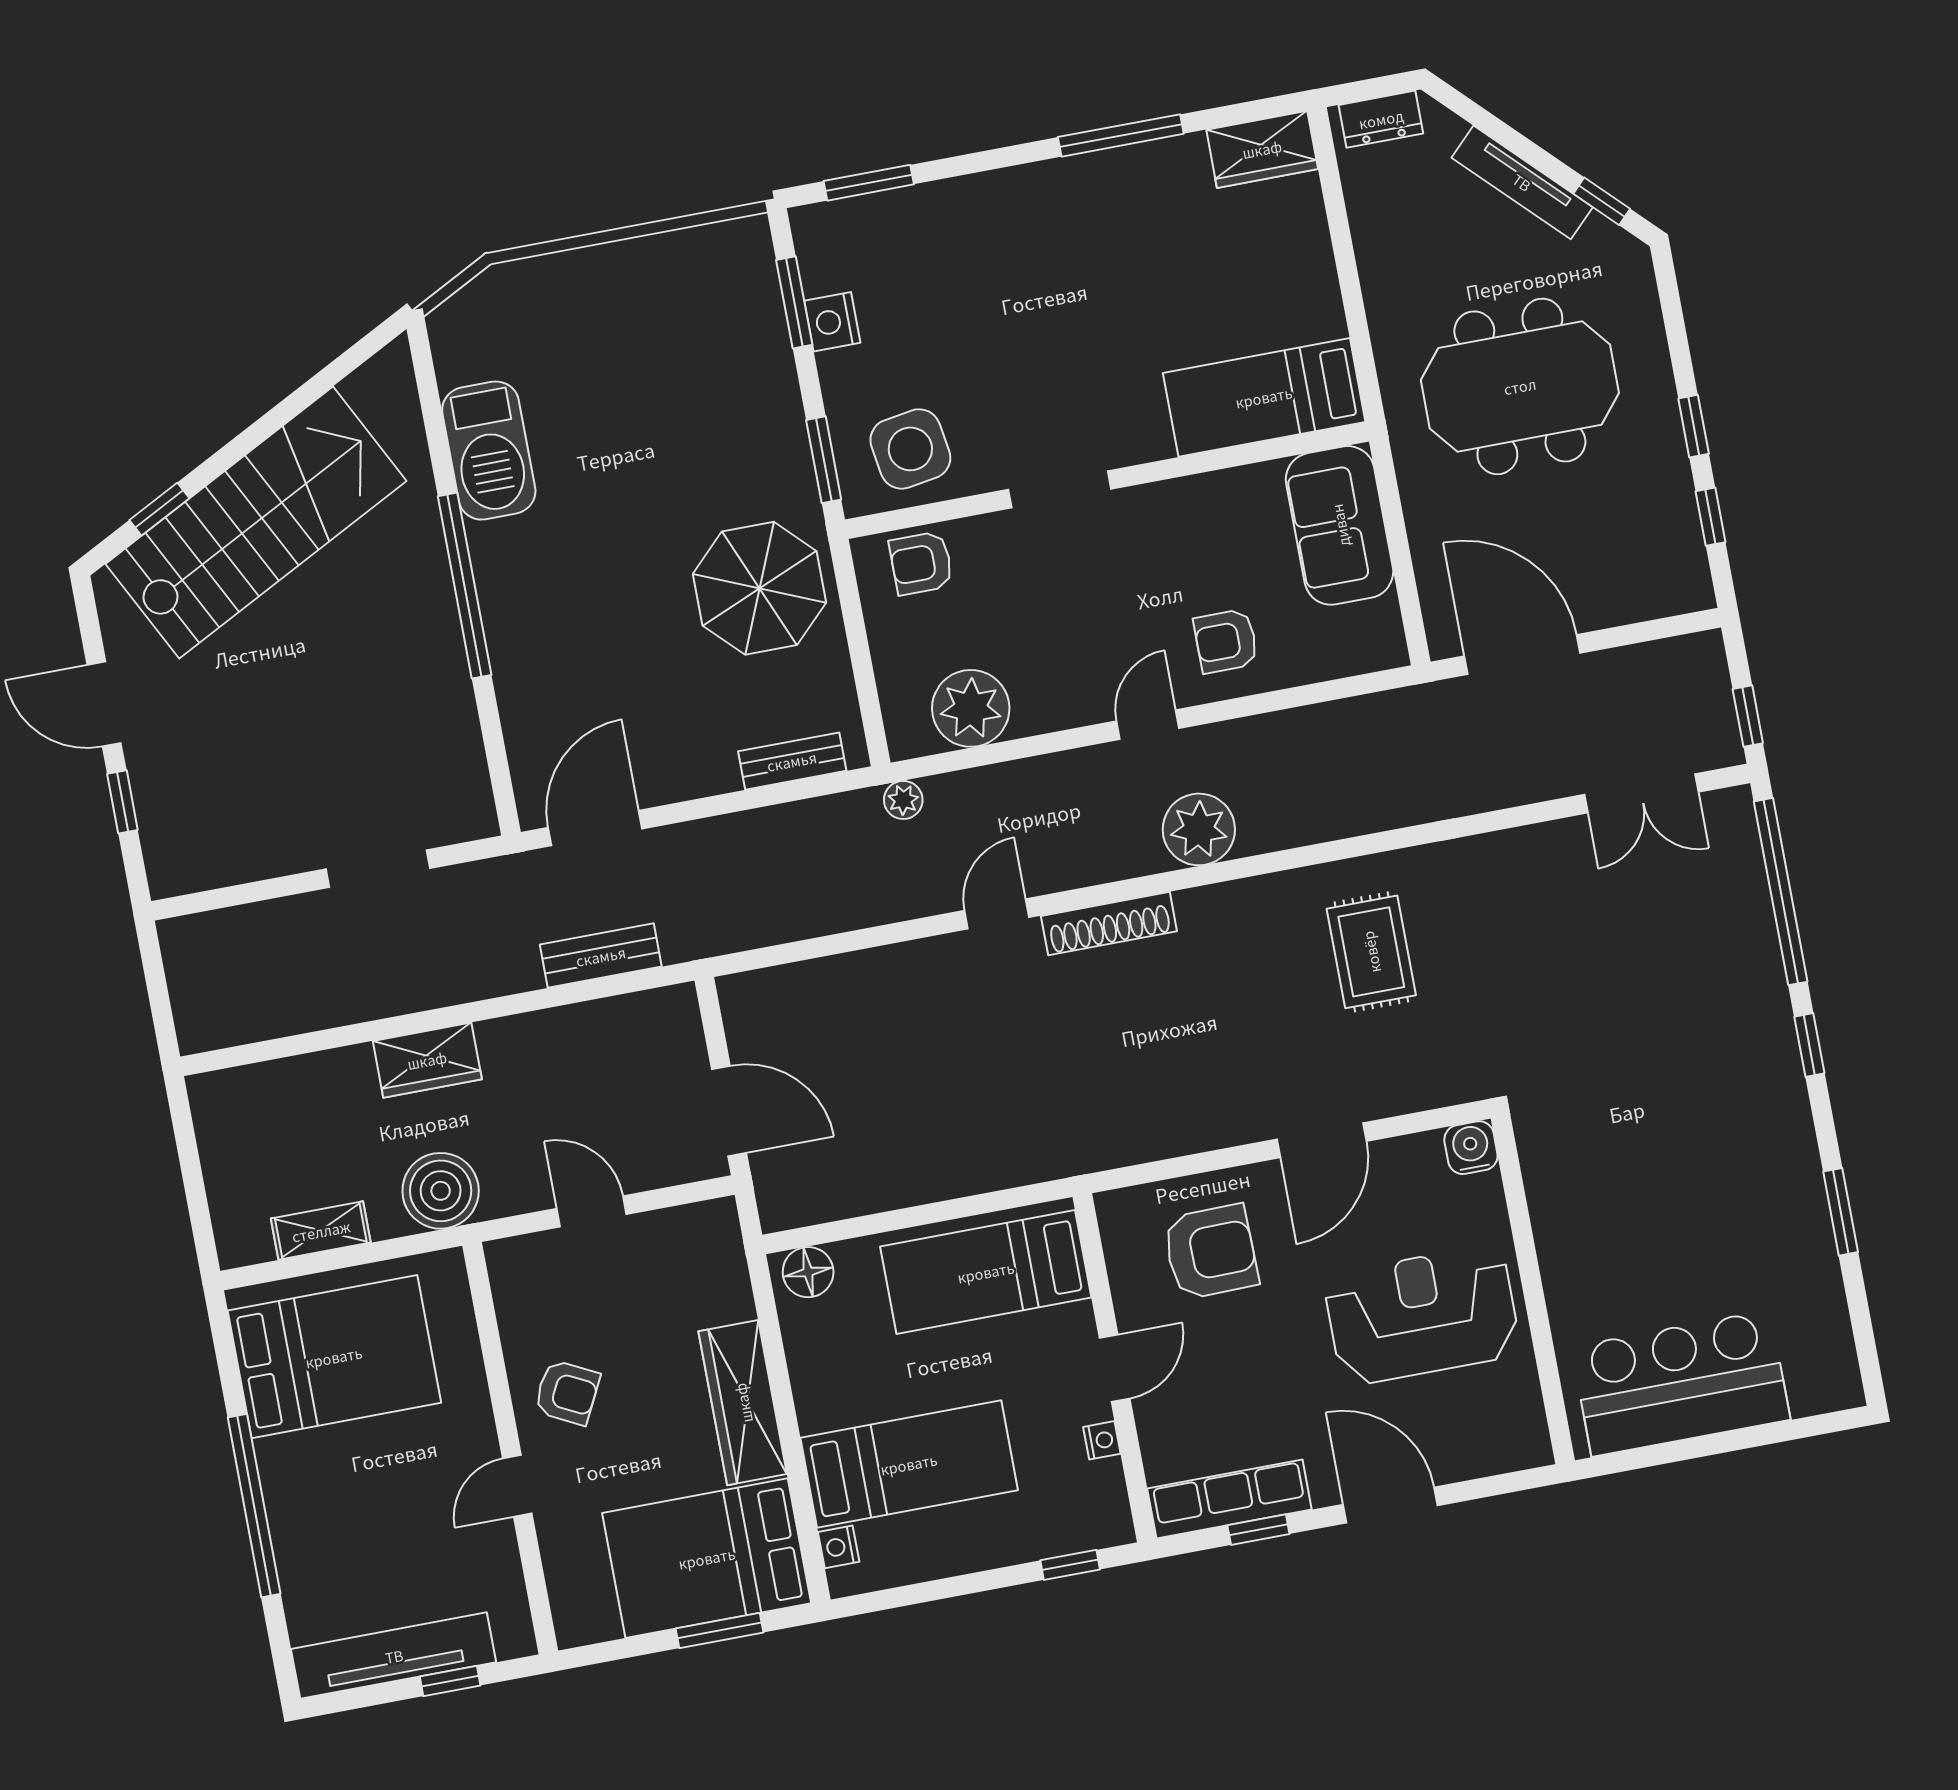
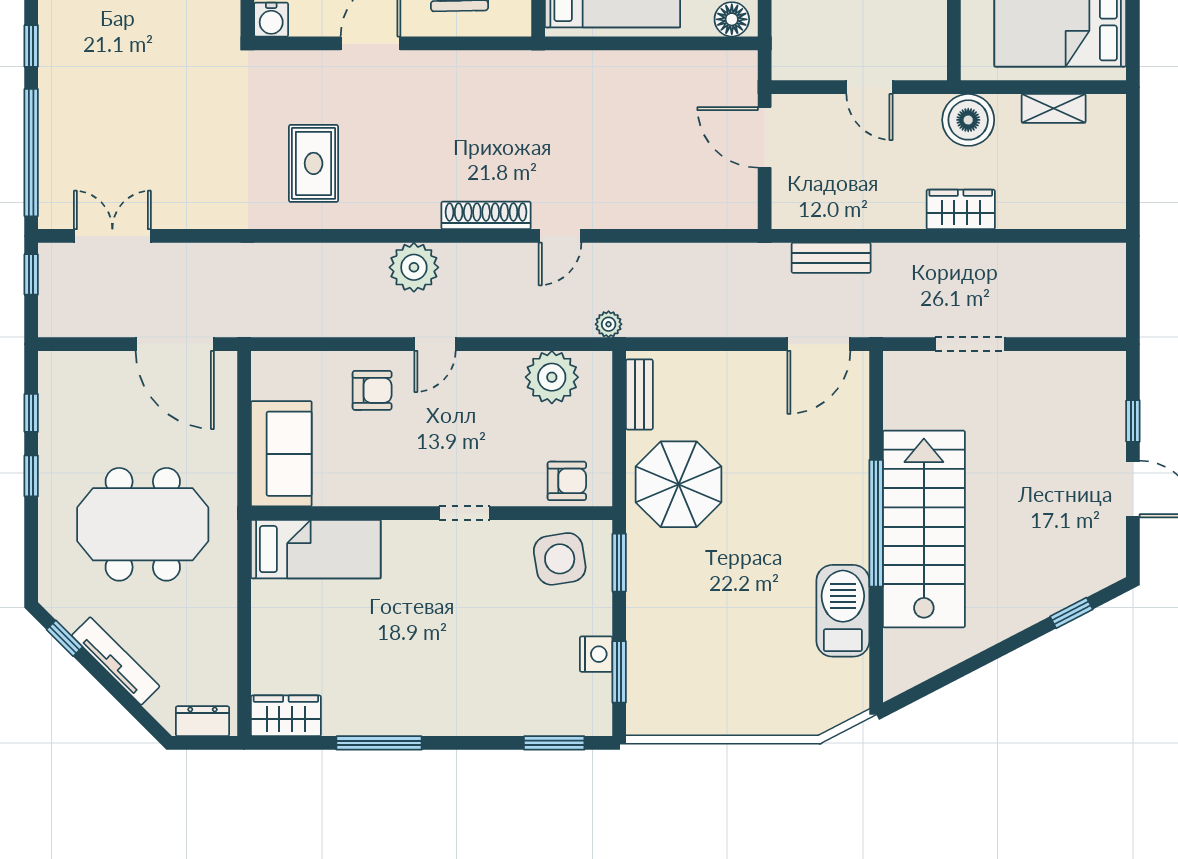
doorway: (1060, 489) -> (465, 513), width x0.73
stairs: (256, 522) -> (924, 529), moved, turned 117
bench: (792, 761) -> (639, 394), moved, turned 90

